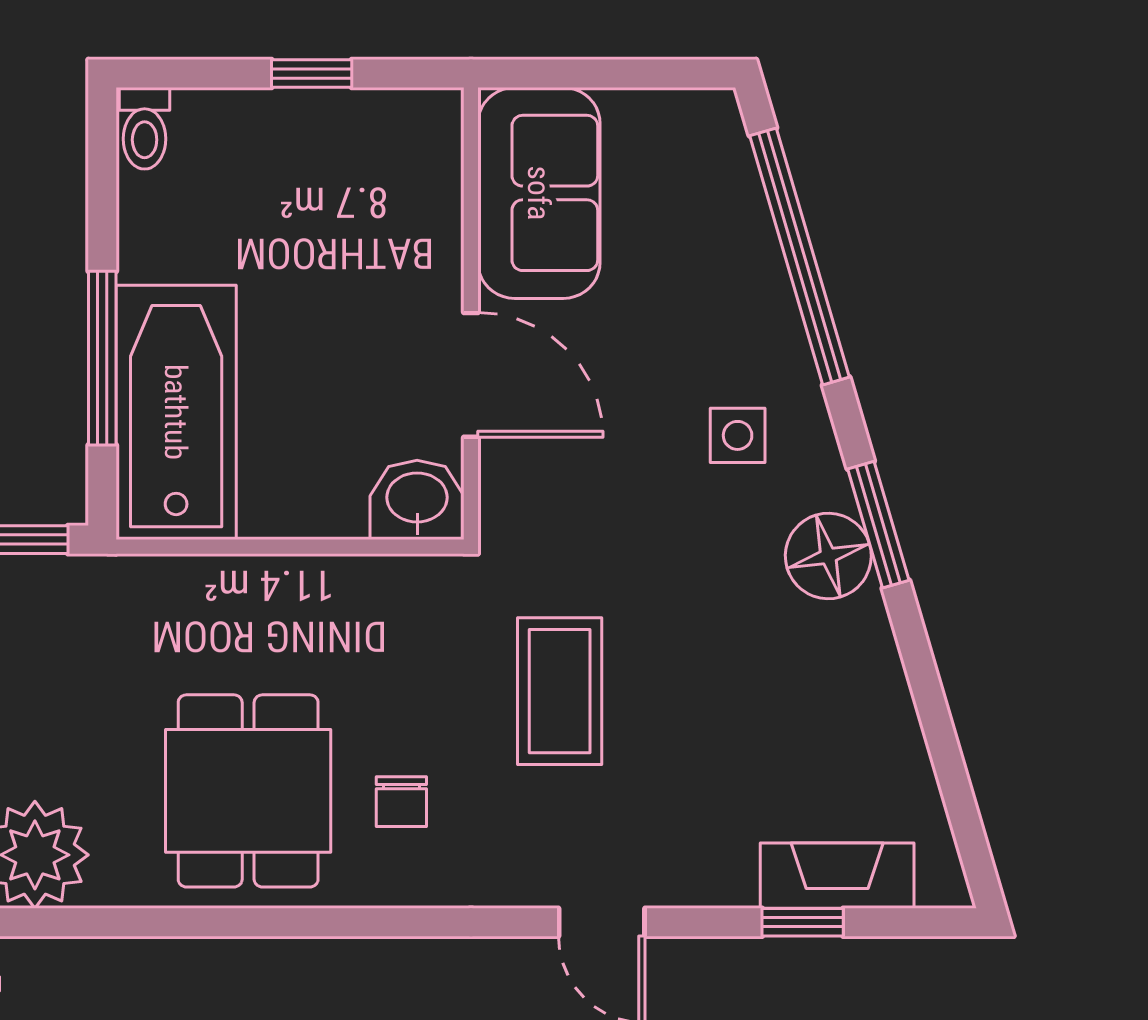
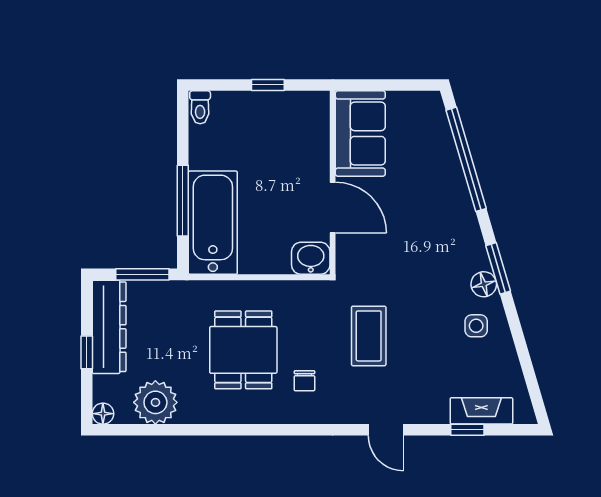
side table: (738, 435) -> (476, 326), moved
floor lamp: (828, 556) -> (484, 284), width x0.73, depth x0.73
dining table: (248, 791) -> (243, 350), moved

